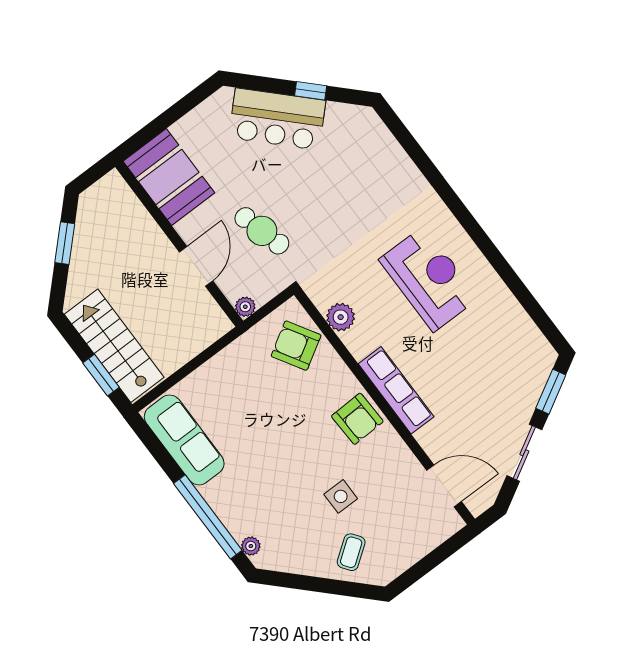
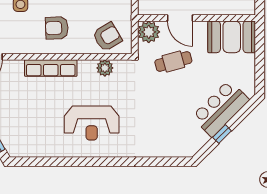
plant: (245, 307) -> (149, 32), width x1.88, depth x1.88
armchair: (357, 419) -> (57, 28), moved

